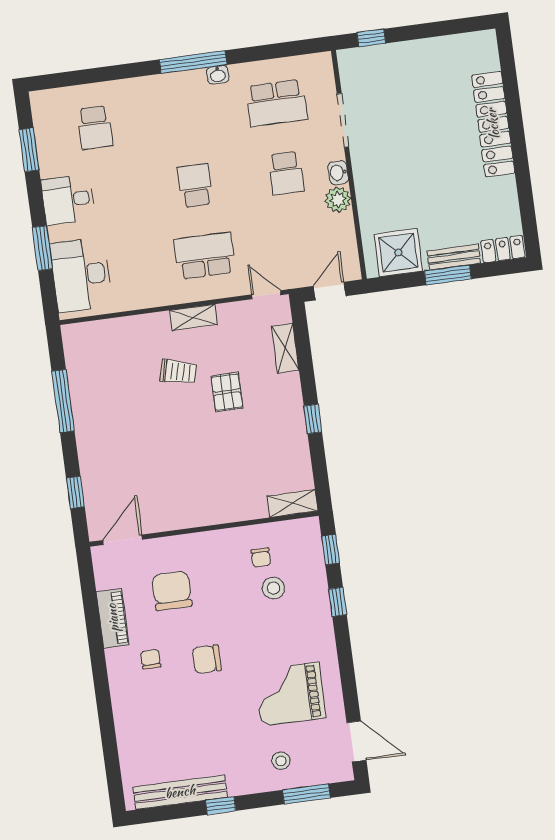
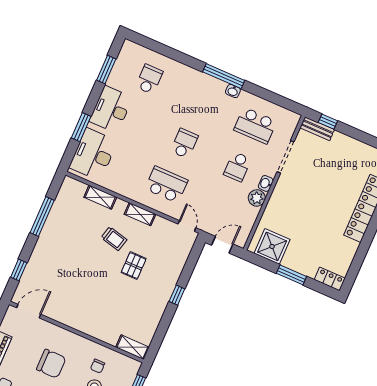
school desk: (95, 127) -> (149, 79), turned 180
desk: (68, 200) -> (111, 109), width x1.37
bench: (454, 257) -> (317, 129), moved
shelving: (285, 348) -> (100, 197), moved, turned 90
window: (313, 419) -> (177, 295), moved
chair: (172, 591) -> (51, 364), moved, turned 90

